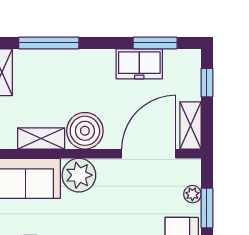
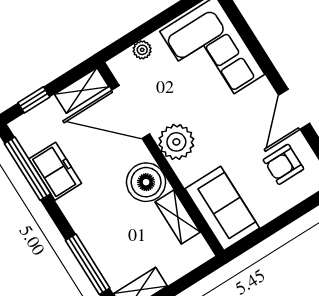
window: (155, 43) -> (28, 169), width x1.44
plant: (79, 175) -> (176, 142), moved
window: (207, 208) -> (146, 29), removed

